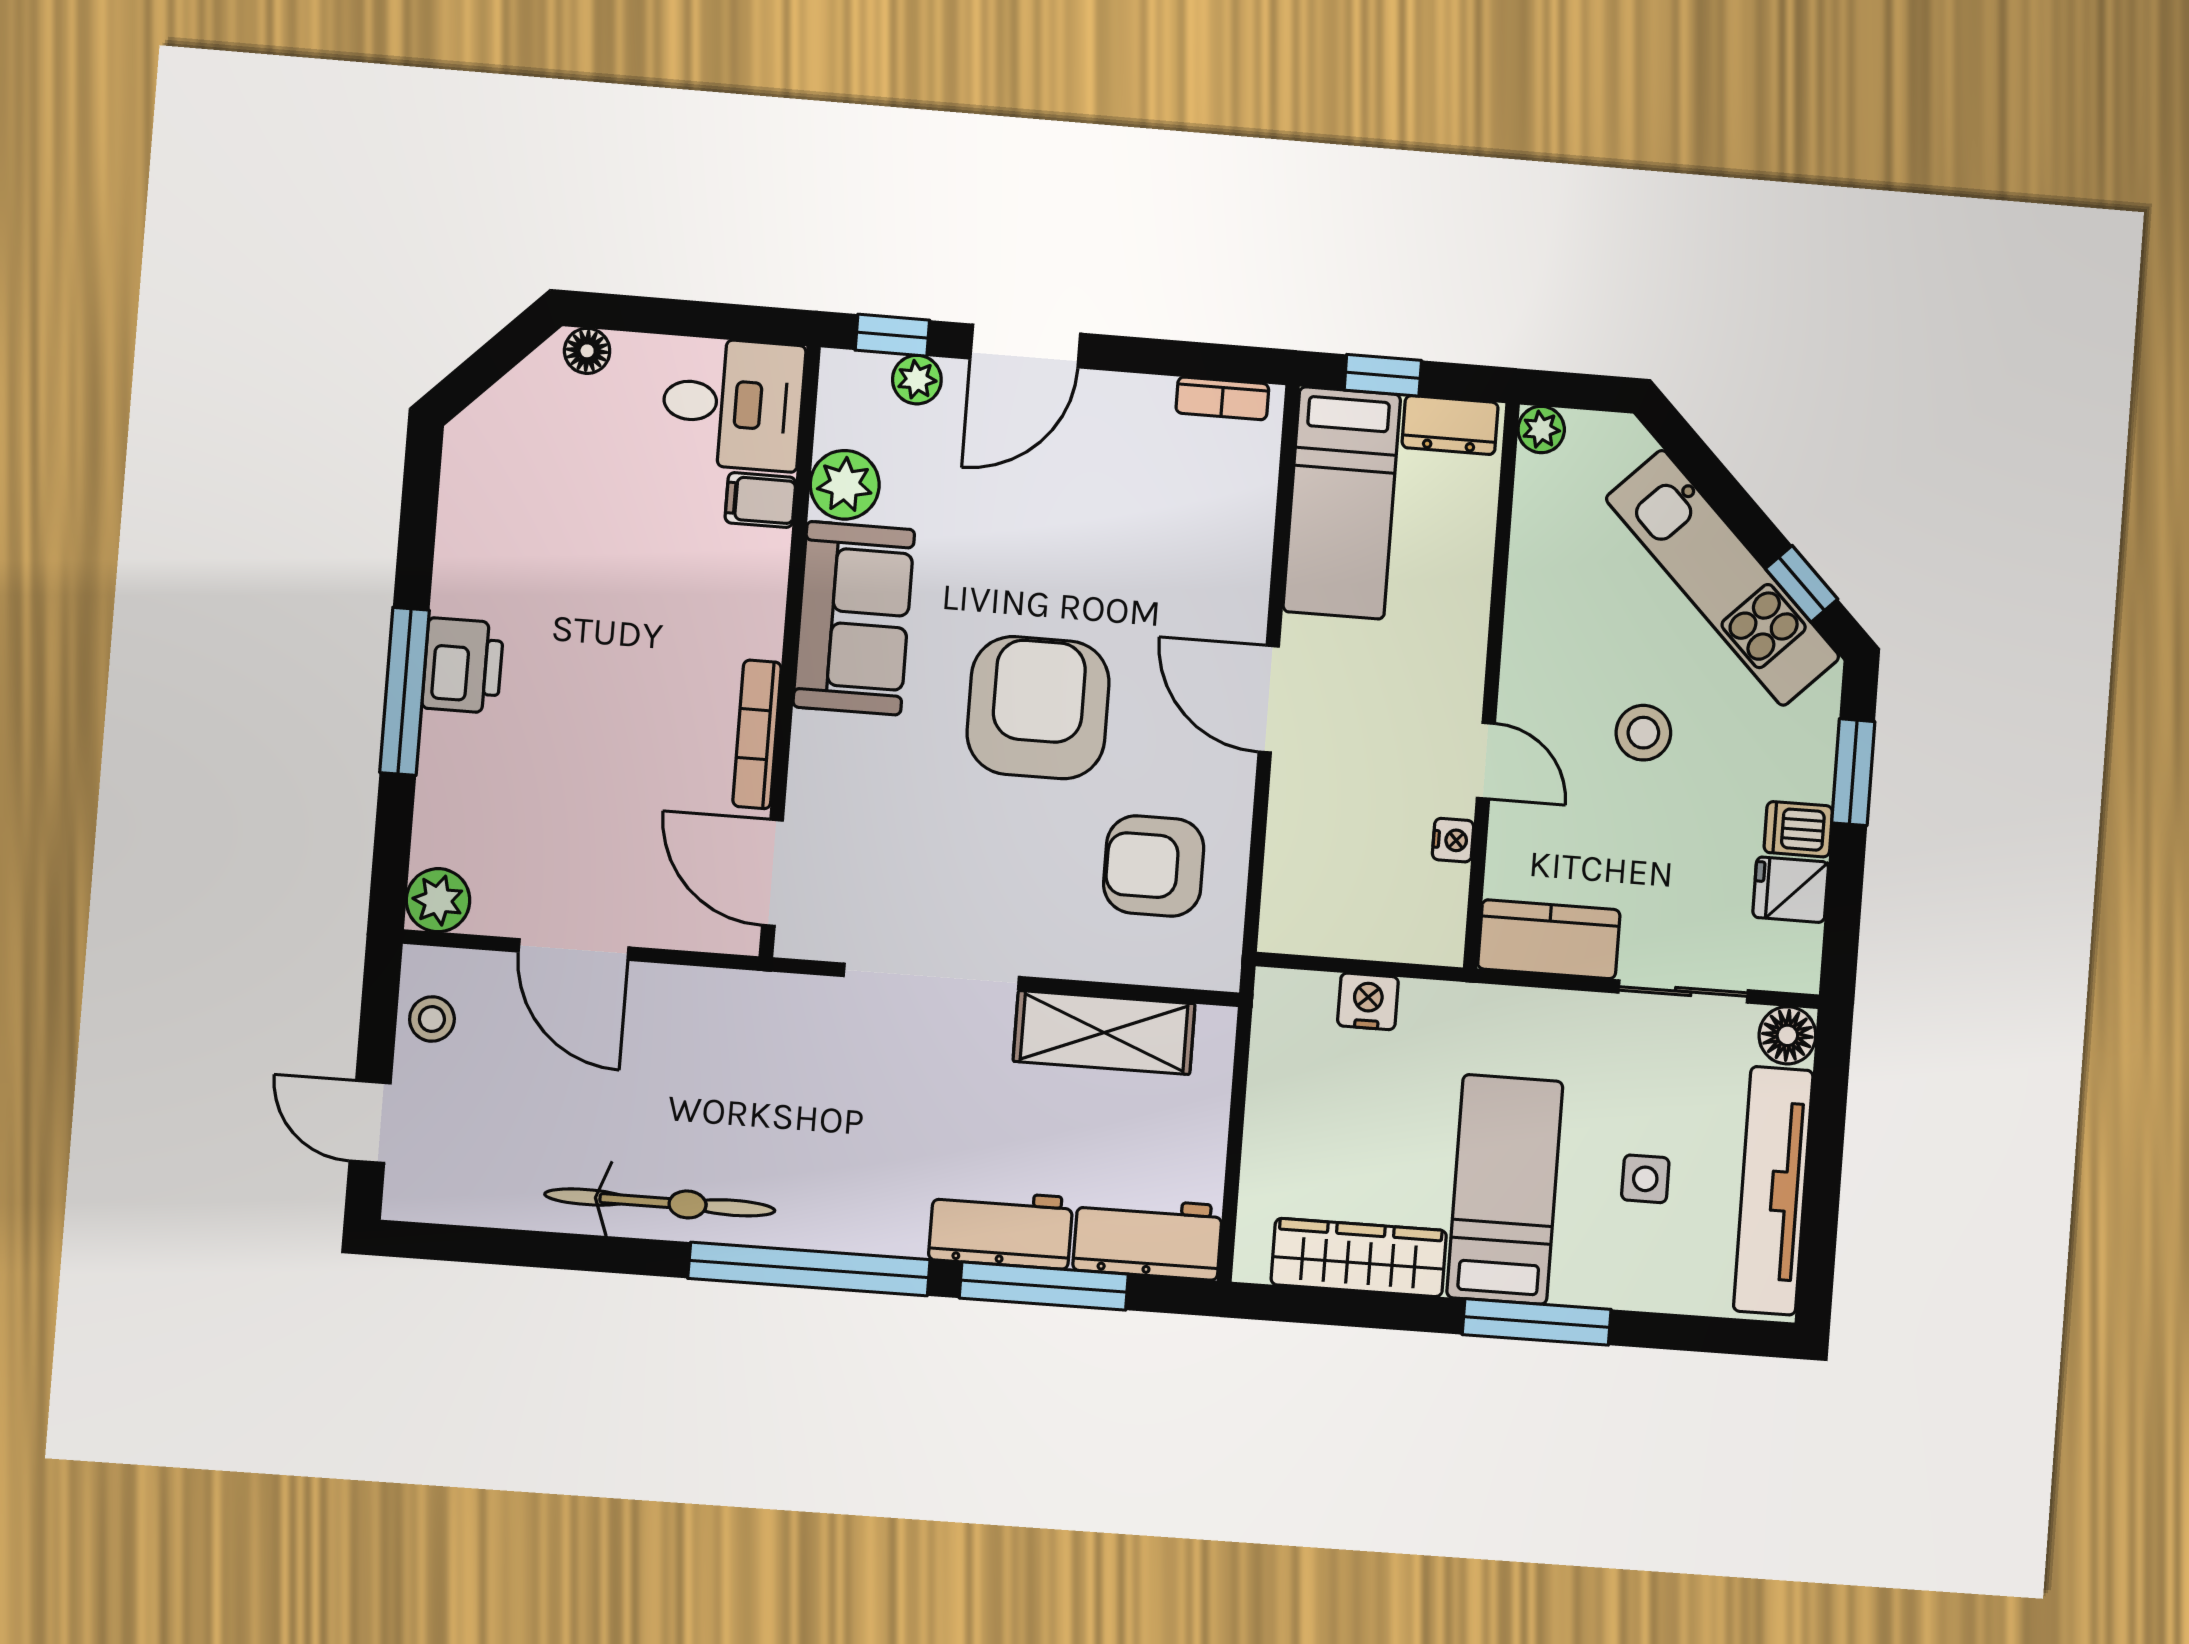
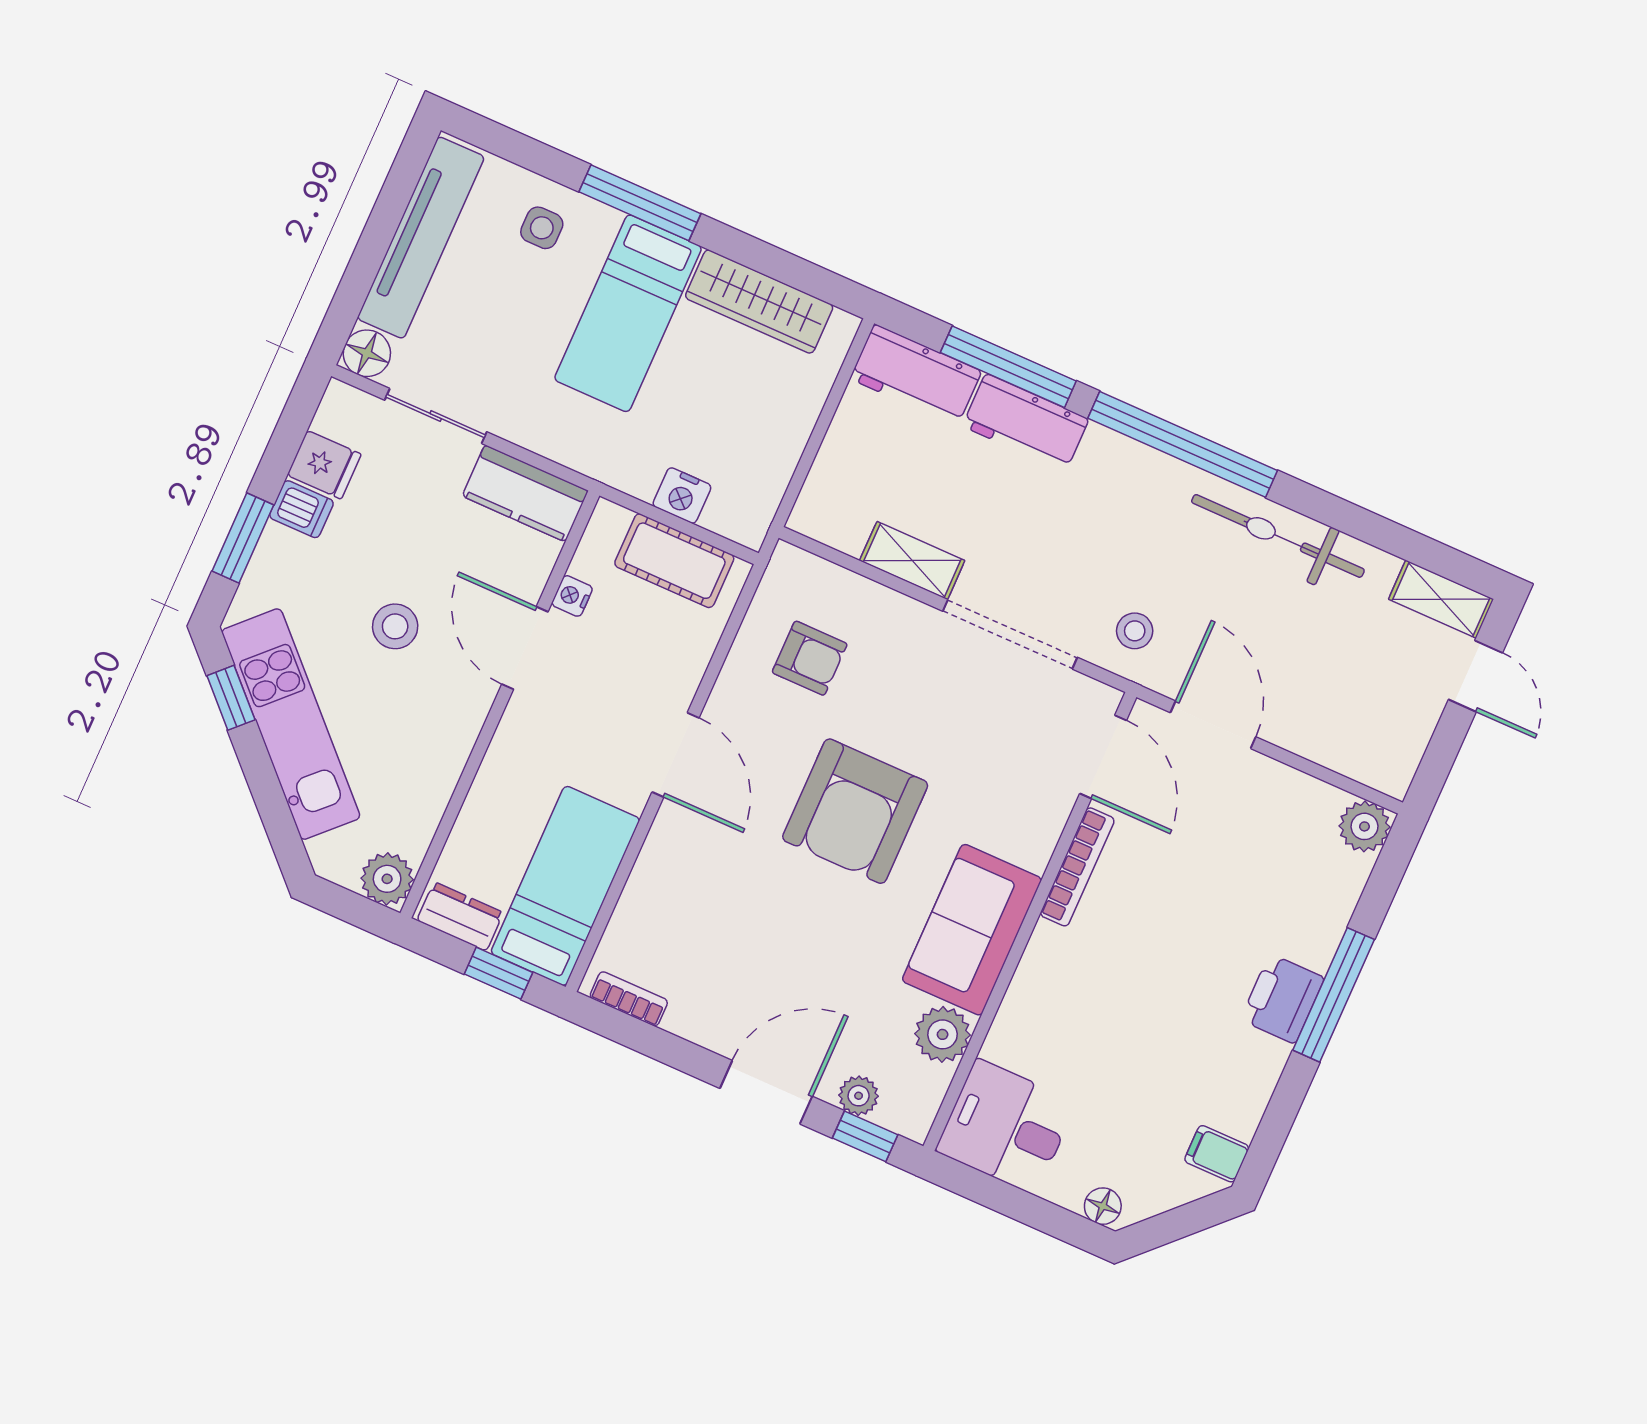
plant: (1541, 429) -> (387, 879), width x1.38, depth x1.38
filing cabinet: (760, 500) -> (1217, 1154), moved, turned 180
door: (1486, 761) -> (525, 648), width x1.38
armchair: (1154, 866) -> (810, 658), width x0.72, depth x0.72
cot: (1350, 923) -> (674, 561), added
door: (574, 949) -> (1213, 725), moved
stool: (432, 1019) -> (1135, 631), moved
shelving: (1104, 1032) -> (912, 561), width x0.67, depth x0.75
side table: (1645, 1179) -> (542, 228), moved
shelving: (442, 1197) -> (1441, 599), added

